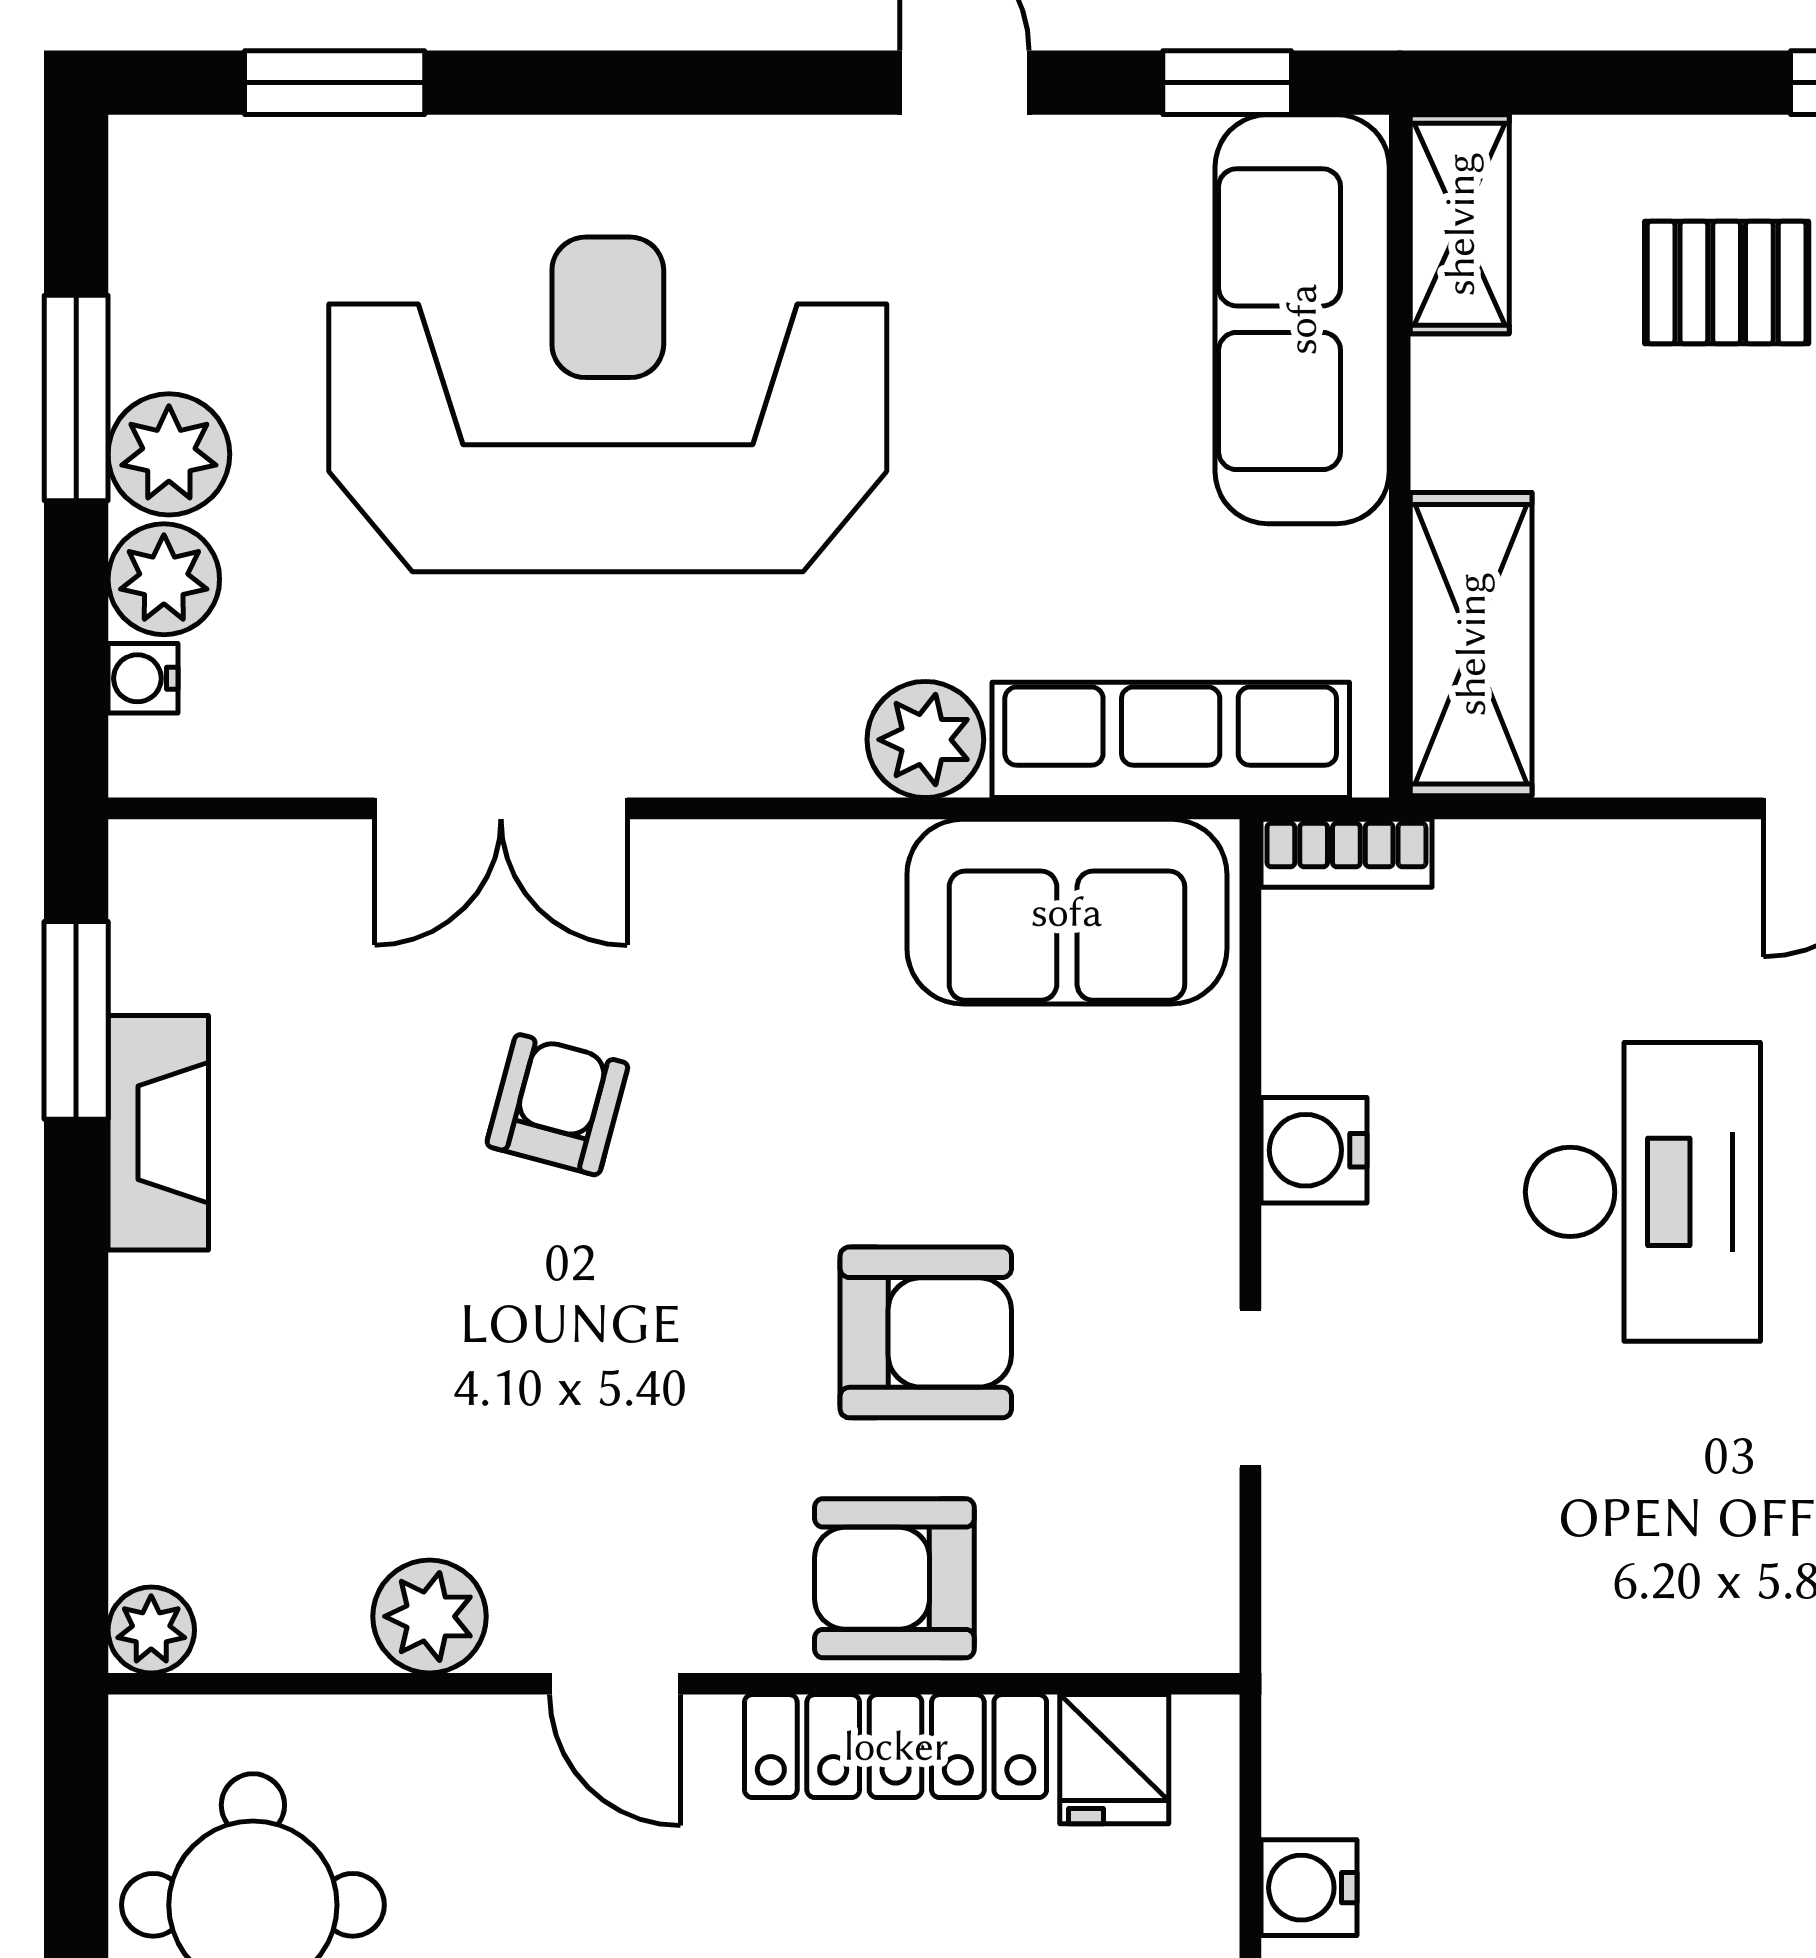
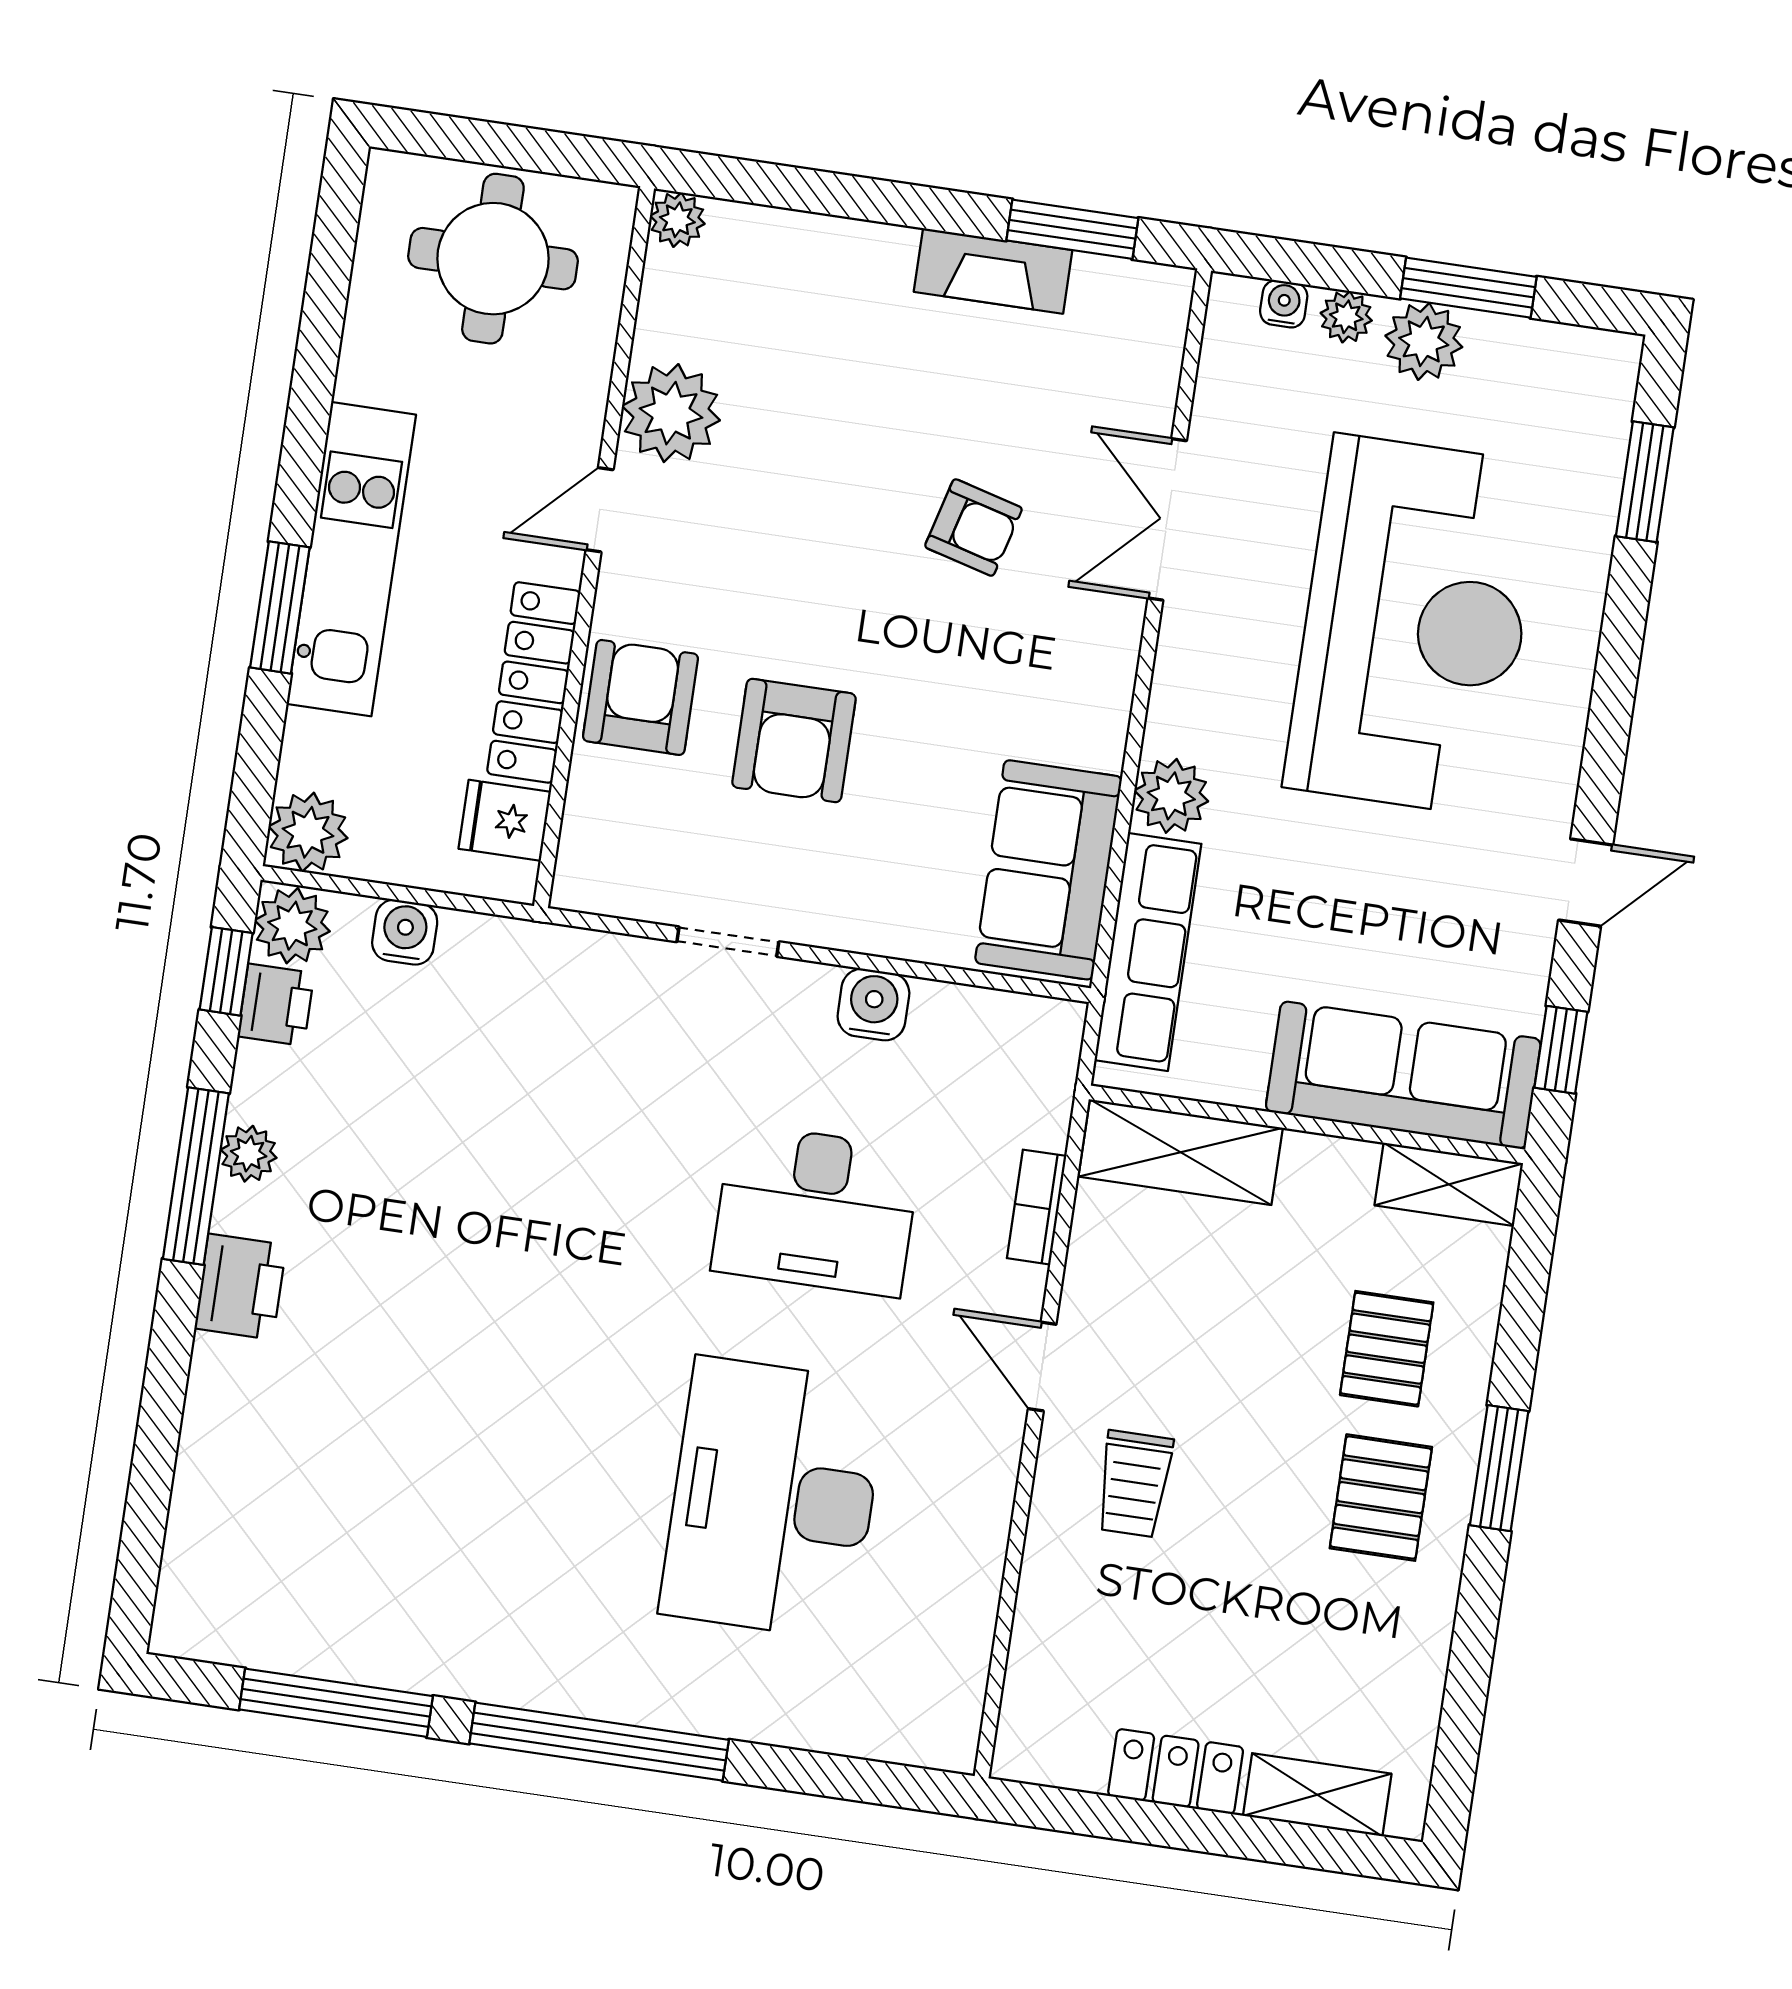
plant: (164, 579) -> (1346, 317), width x0.73, depth x0.73
bookcase: (1346, 853) -> (1037, 1207), moved
plant: (430, 1616) -> (671, 413), width x1.36, depth x1.36

